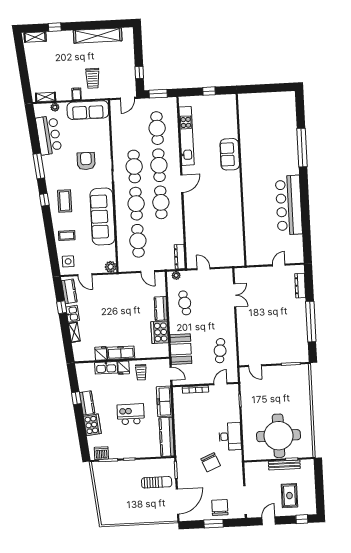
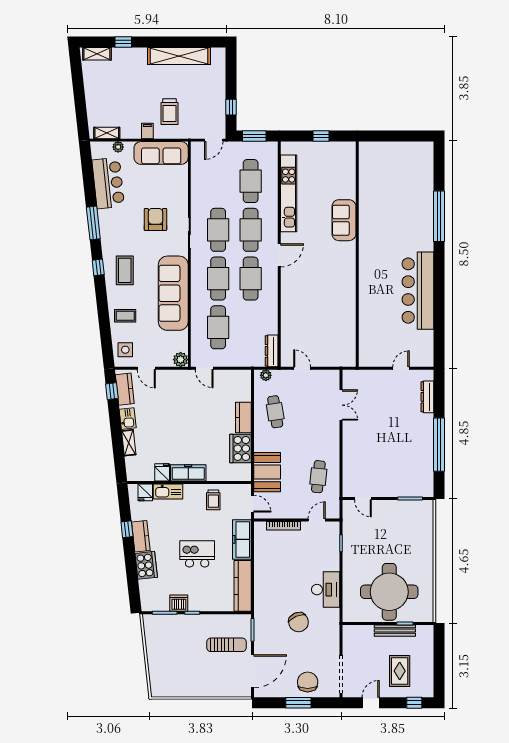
door: (148, 272) -> (204, 368), moved
window: (62, 307) -> (112, 391), moved
fridge: (124, 368) -> (145, 492), moved
dishwasher: (101, 453) -> (179, 603), moved

